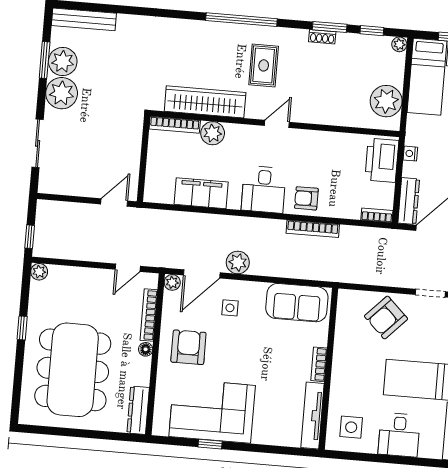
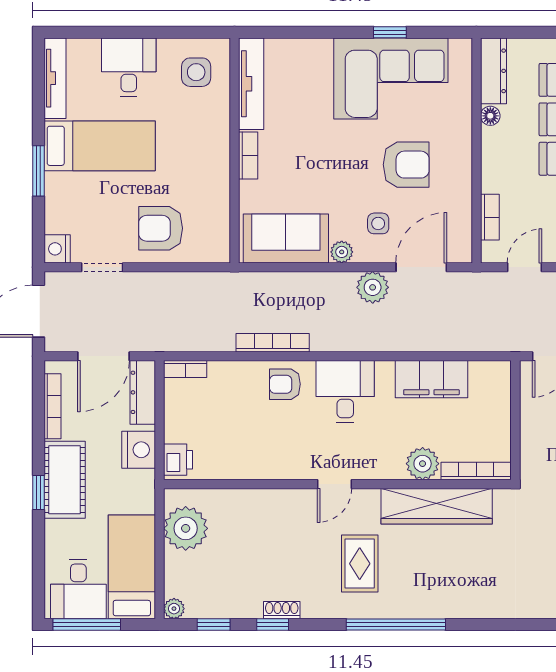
window: (330, 27) -> (273, 625), width x0.67
nightstand: (410, 154) -> (139, 450), width x1.89, depth x1.79
printer: (382, 160) -> (178, 460), width x0.53, depth x0.68
armchair: (306, 198) -> (285, 384), turned 180
plant: (172, 282) -> (342, 252), moved
bookcase: (149, 315) -> (490, 217), width x0.64
armchair: (386, 318) -> (161, 228), turned -134
armchair: (188, 347) -> (406, 165), moved, turned -90
floor lamp: (146, 349) -> (490, 116), moved

